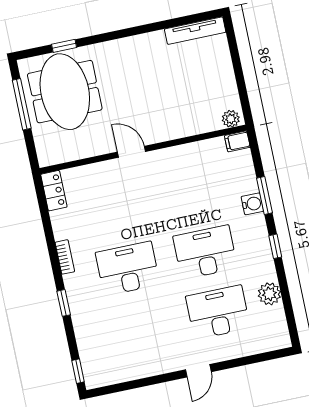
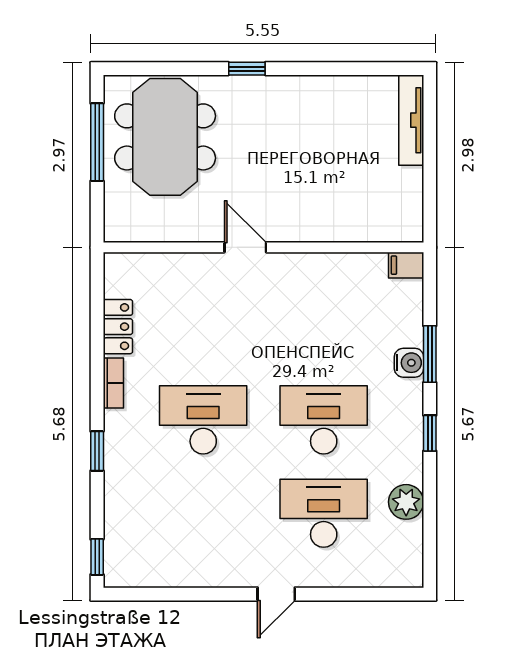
tv unit: (195, 31) -> (411, 120), moved, turned 90
window: (64, 46) -> (247, 69), moved
plant: (231, 119) -> (403, 229), removed
locker: (54, 191) -> (118, 327), moved

